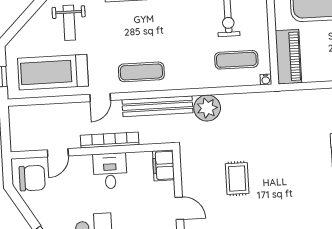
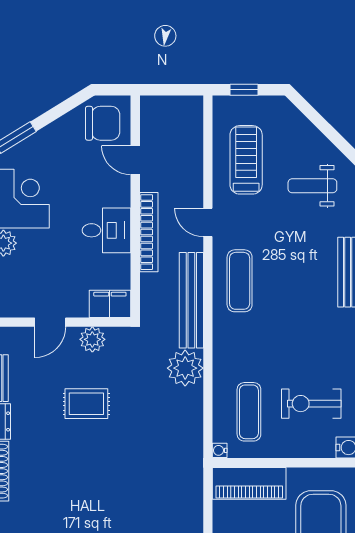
treadmill: (53, 72) -> (246, 160), width x0.73, depth x0.73
plant: (190, 177) -> (92, 339), added
chair: (32, 178) -> (103, 123), turned -90

